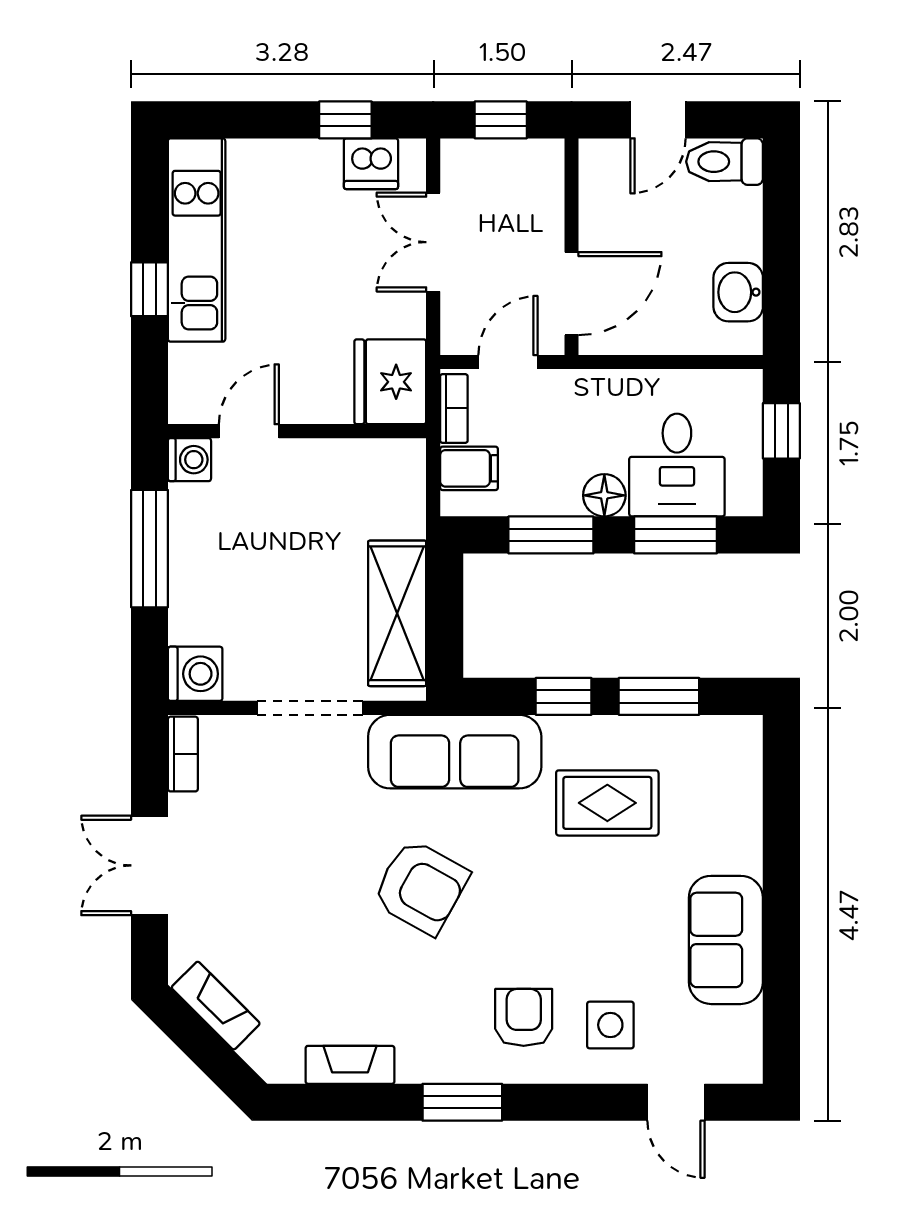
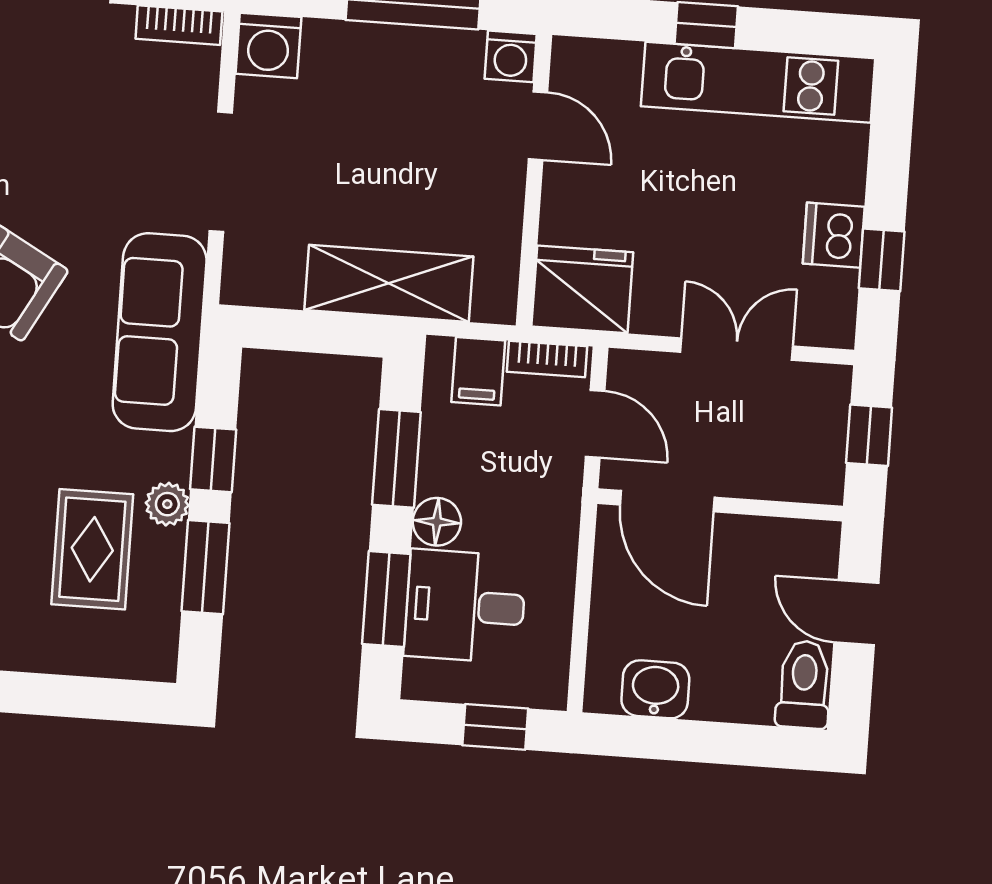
dishwasher: (371, 164) -> (834, 235), moved
shelving: (397, 613) -> (389, 283), moved
plant: (606, 734) -> (167, 504), added
rug: (607, 803) -> (92, 549), moved

